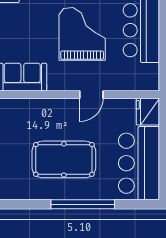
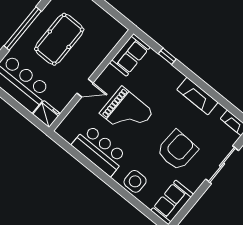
door: (91, 95) -> (85, 88), swing flipped

